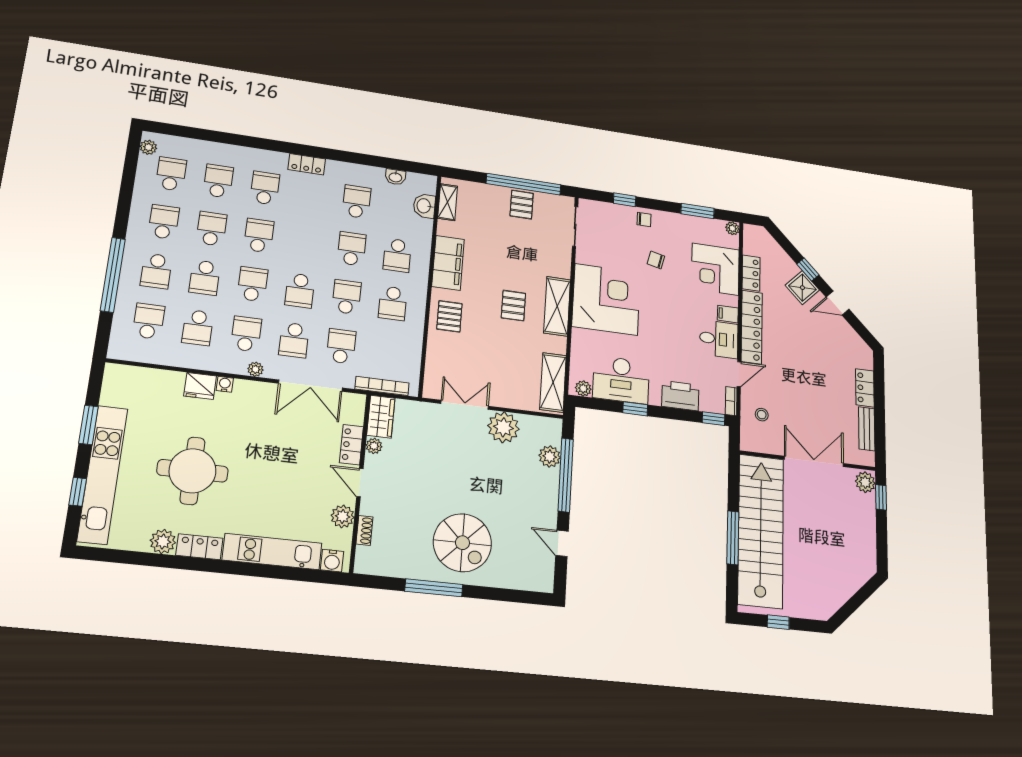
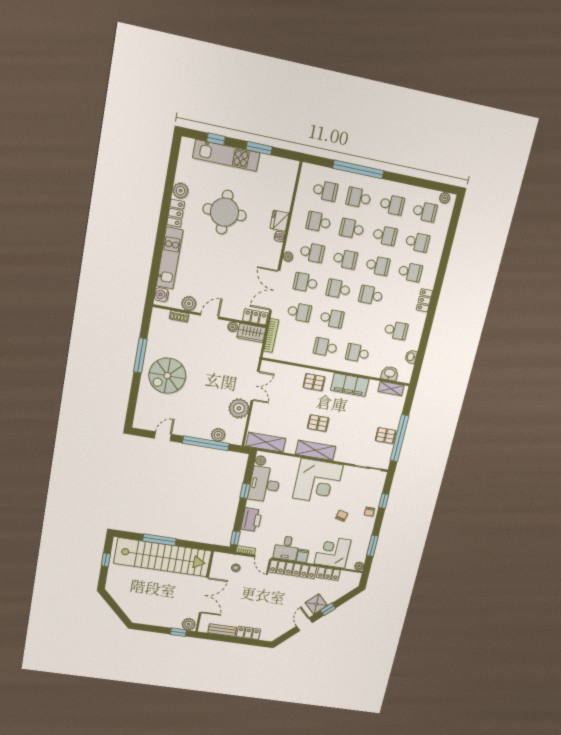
school desk: (352, 249) -> (371, 295), moved, turned 180
locker: (351, 445) -> (255, 317), moved
kitchen unit: (102, 474) -> (226, 155), width x0.73

